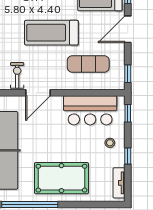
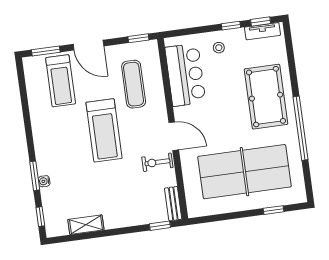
window: (128, 113) -> (261, 22), moved

